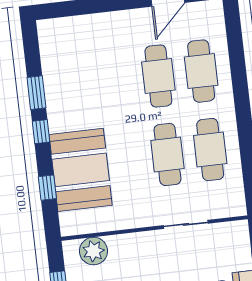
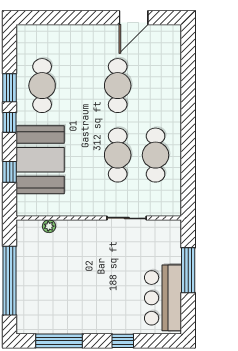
cafe table: (201, 71) -> (42, 86), moved
plant: (93, 251) -> (49, 226), width x0.53, depth x0.53

